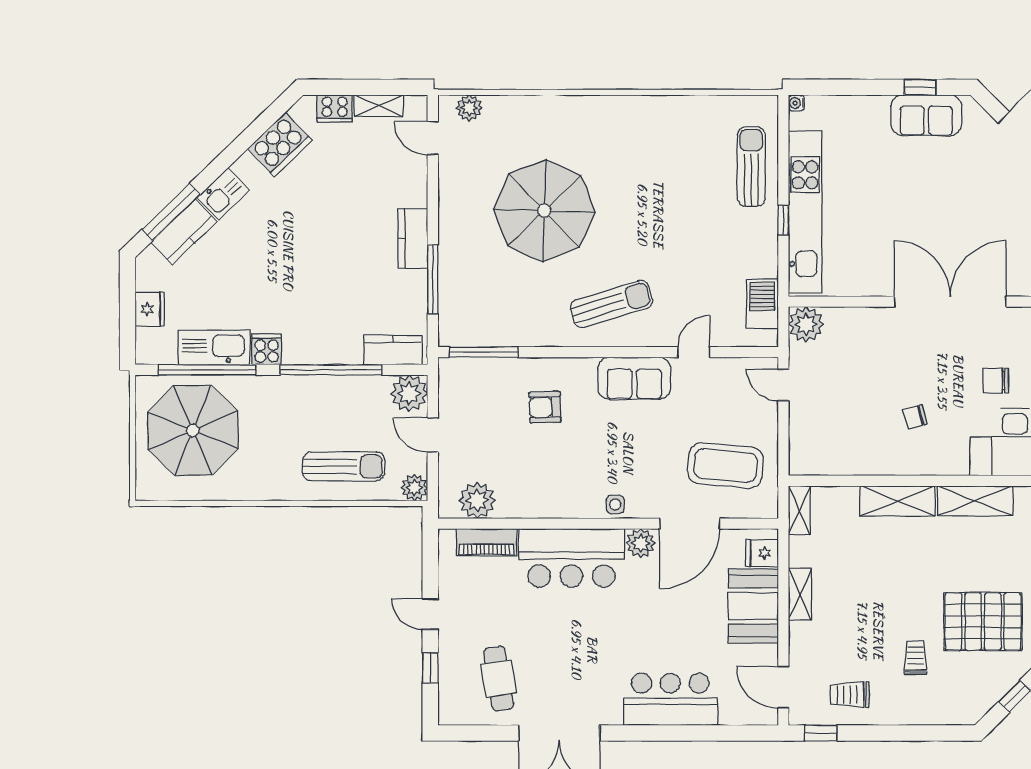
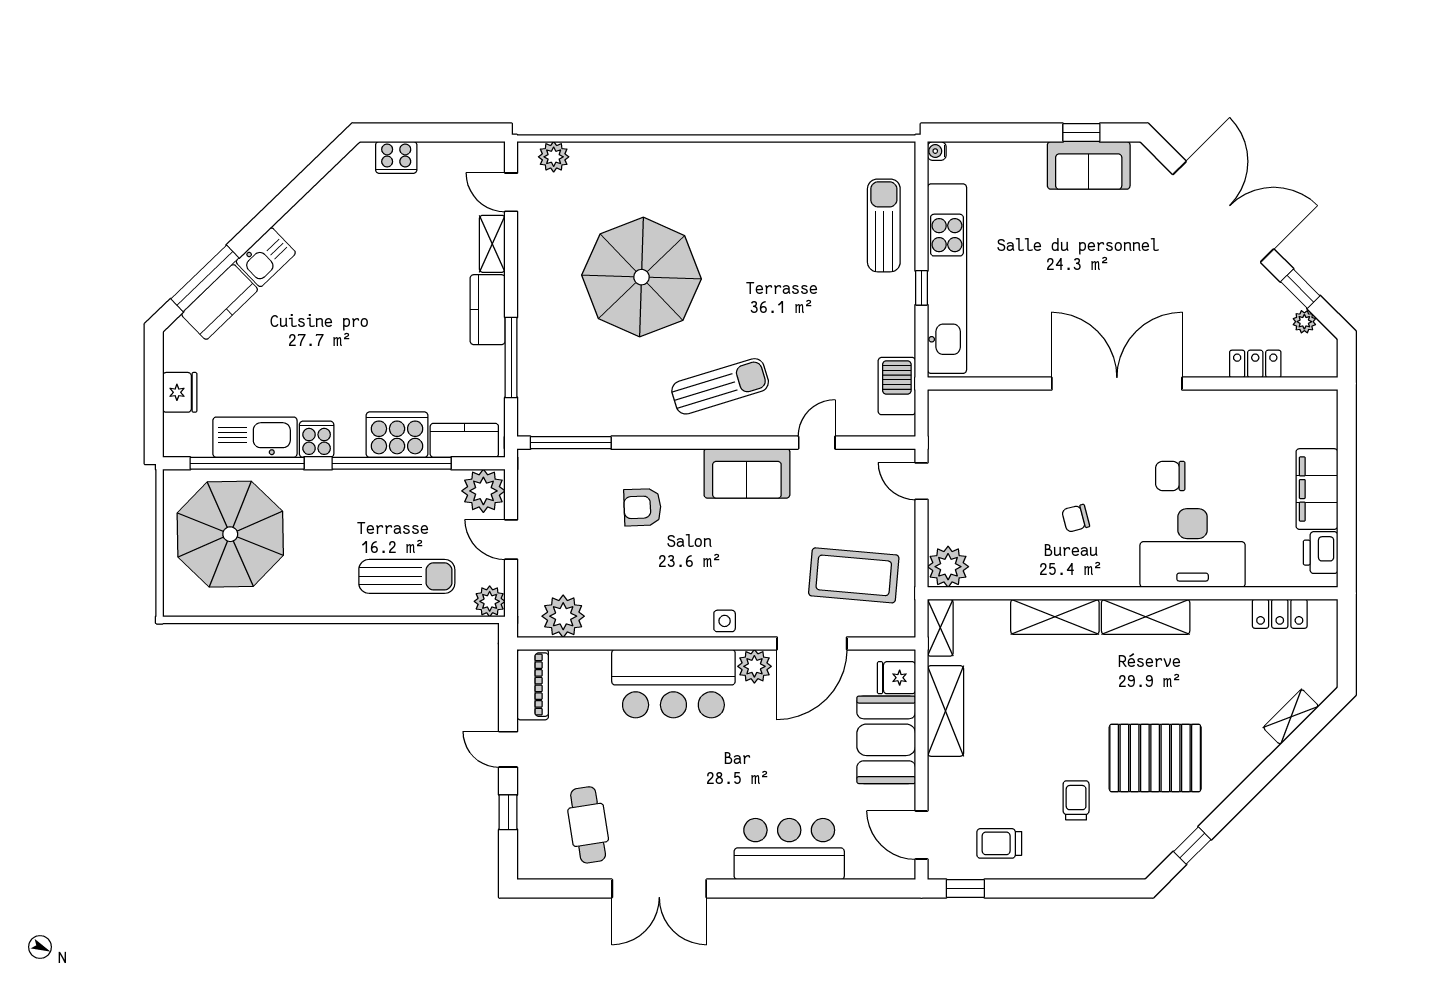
shelving: (379, 106) -> (492, 244), moved, turned 90
cooker: (280, 145) -> (397, 435), moved, turned -136
plant: (806, 324) -> (948, 567), moved
piano: (487, 542) -> (533, 685), moved, turned -90
shelving: (800, 594) -> (946, 711), width x1.50, depth x1.33

